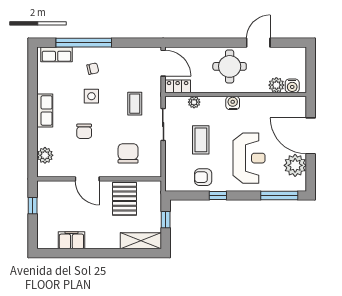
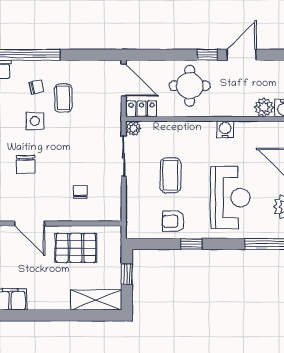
window: (231, 43) -> (207, 55), added
round table: (230, 66) -> (190, 86), moved
plant: (194, 102) -> (133, 128), moved
water cooler: (233, 103) -> (225, 129), moved
coffee table: (135, 104) -> (63, 98), moved
chair: (128, 153) -> (80, 192), width x0.54, depth x0.54
pallet: (125, 199) -> (76, 248), turned 90

